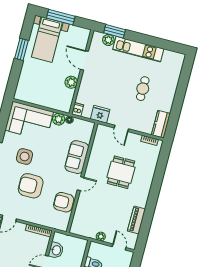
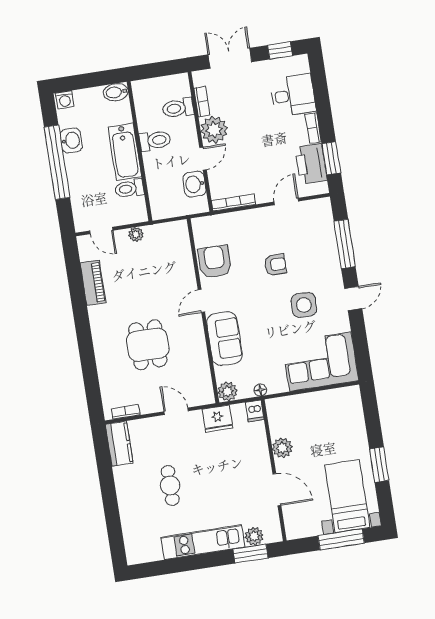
plant: (59, 119) -> (228, 391), moved
armchair: (31, 186) -> (275, 265), width x0.53, depth x0.53
armchair: (64, 202) -> (215, 262), turned -90

